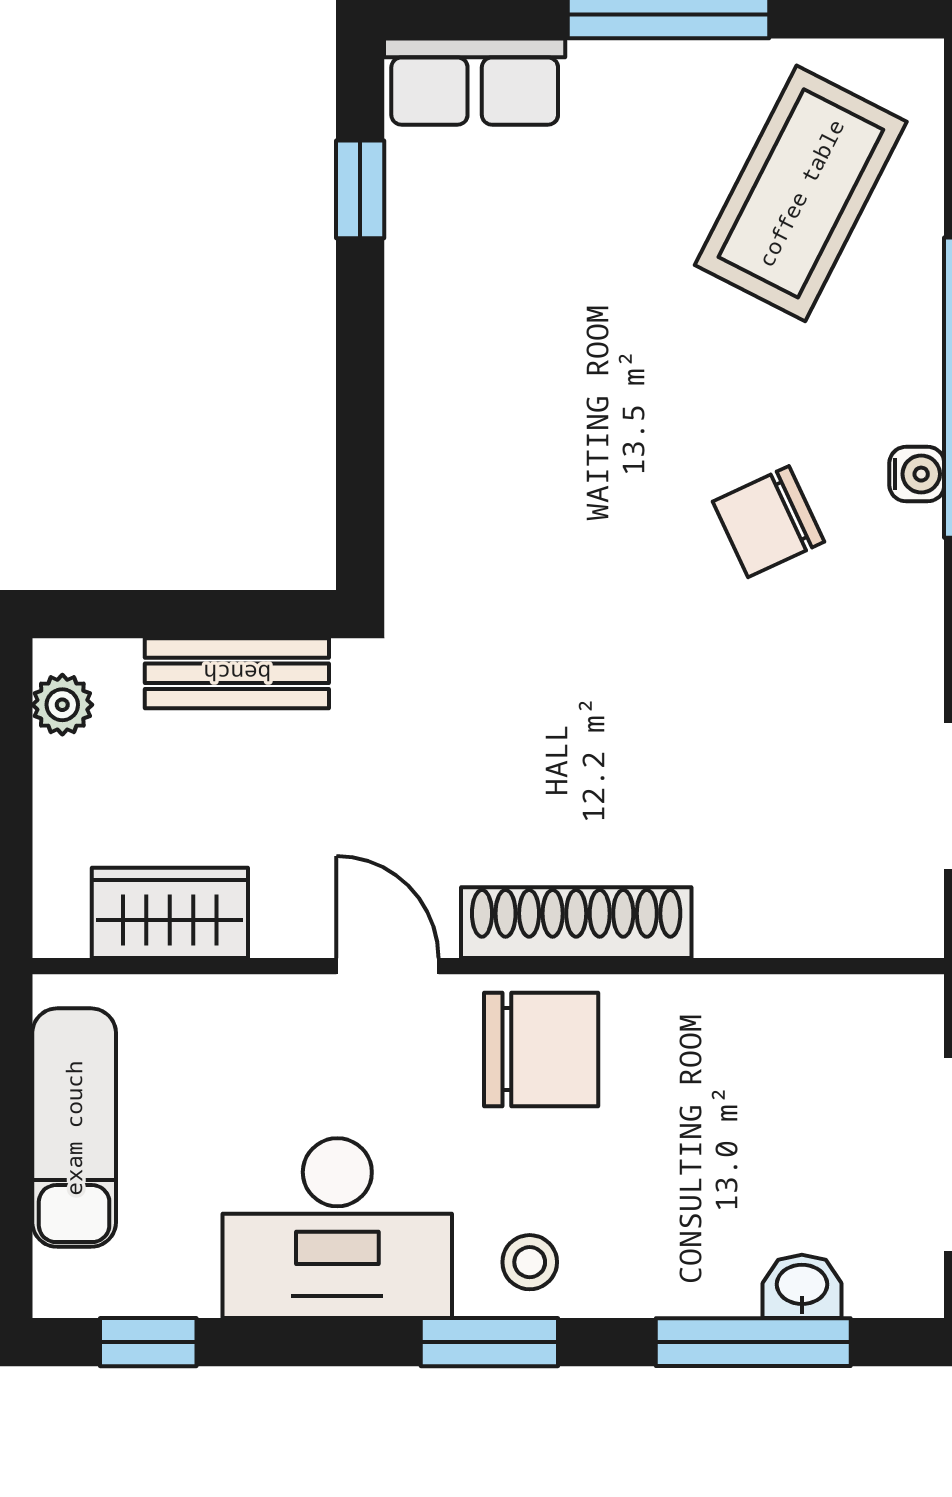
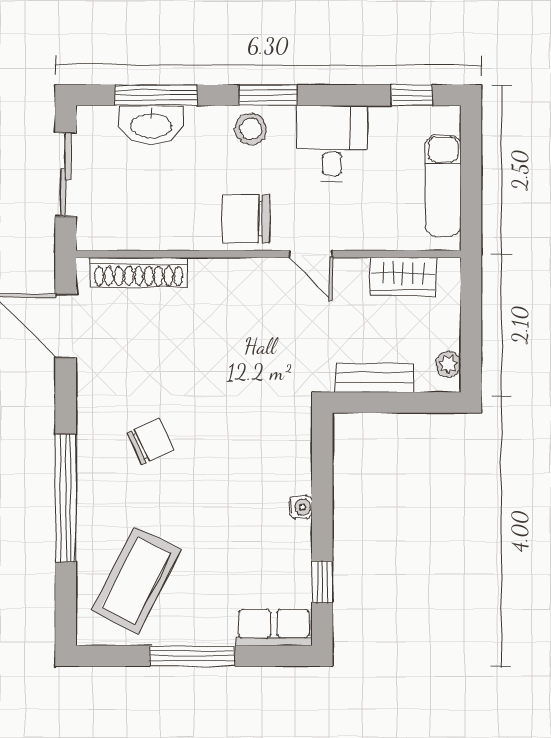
water cooler: (917, 474) -> (301, 507), moved, turned 180
shoe rack: (576, 923) -> (139, 272), moved
desk: (337, 1228) -> (332, 143), width x0.73
stool: (530, 1262) -> (251, 129), width x1.37, depth x1.37
washbasin: (802, 1286) -> (151, 125), width x1.91, depth x1.45

